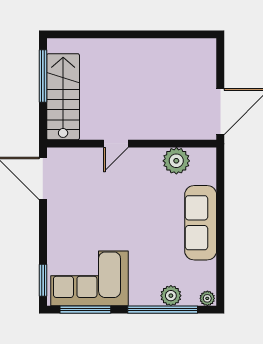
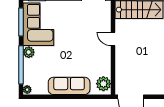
plant: (176, 161) -> (103, 84), moved
plant: (171, 296) -> (29, 52), moved

